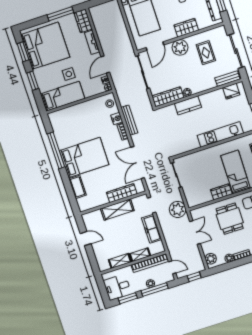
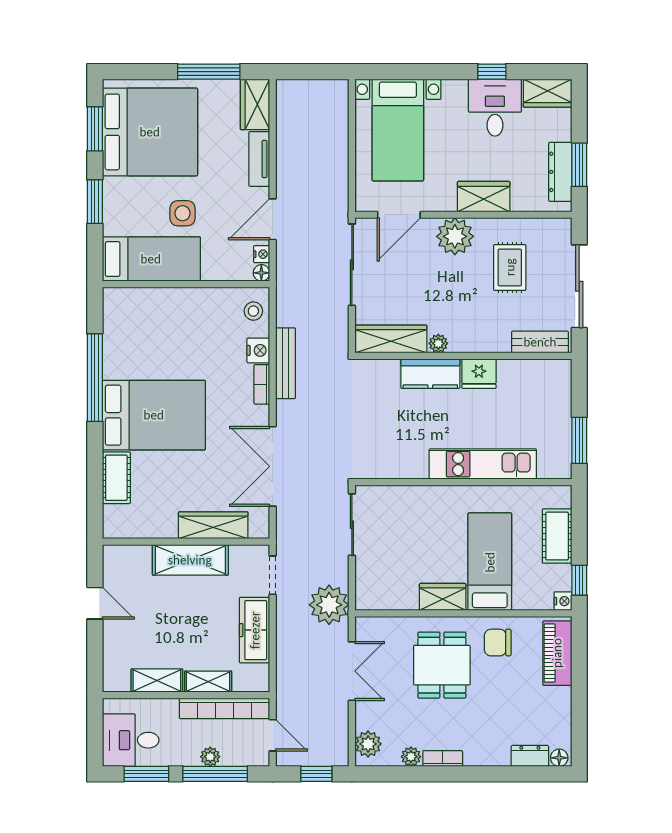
fridge: (231, 91) -> (479, 374), moved

